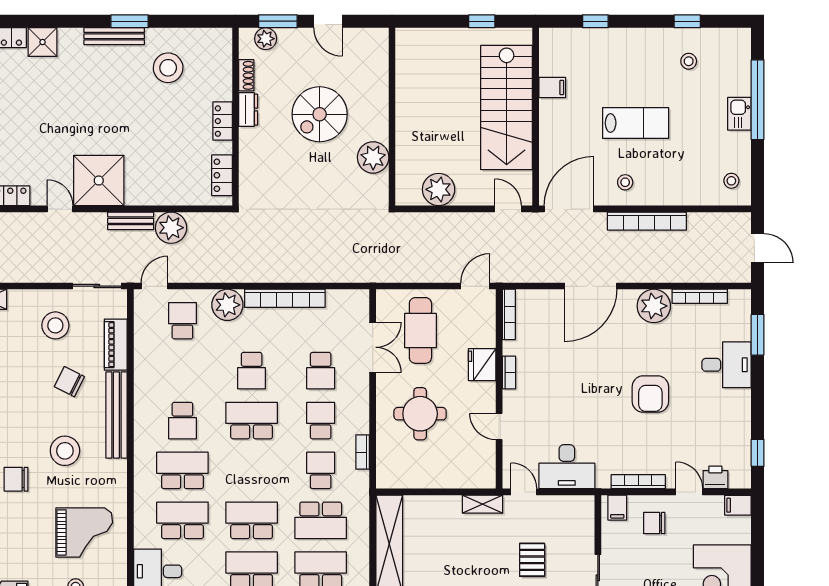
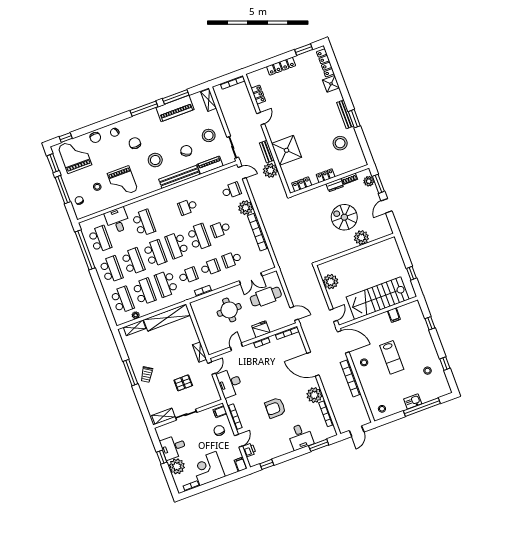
plant: (373, 157) -> (361, 238), moved
shower: (99, 180) -> (287, 150), moved
school desk: (182, 470) -> (177, 245), moved, turned 180

